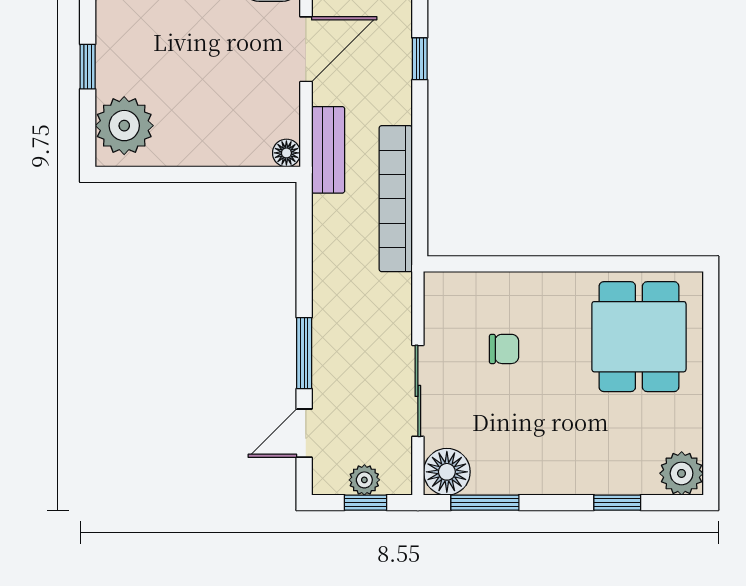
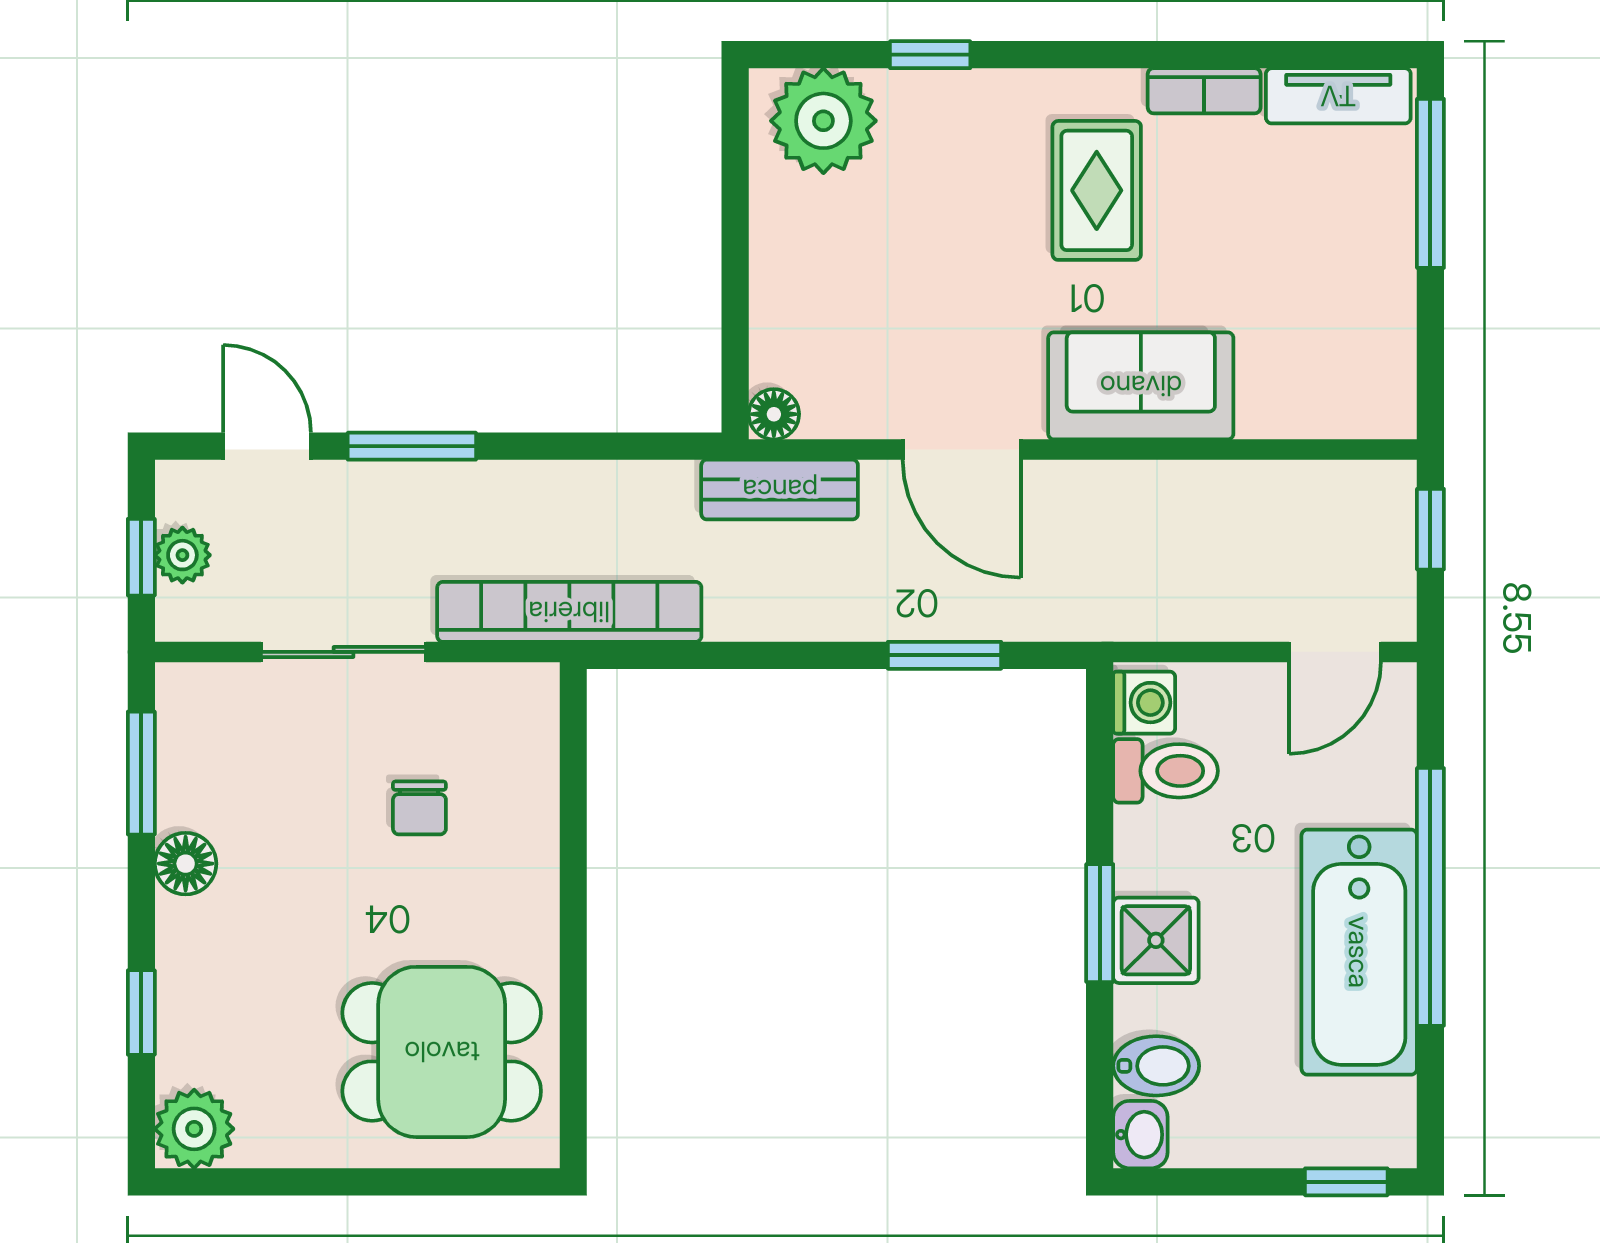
window: (420, 59) -> (944, 655), width x1.50
bookcase: (396, 199) -> (569, 612), moved
floor lamp: (447, 472) -> (186, 864), moved, width x0.73, depth x0.73

